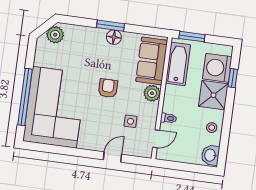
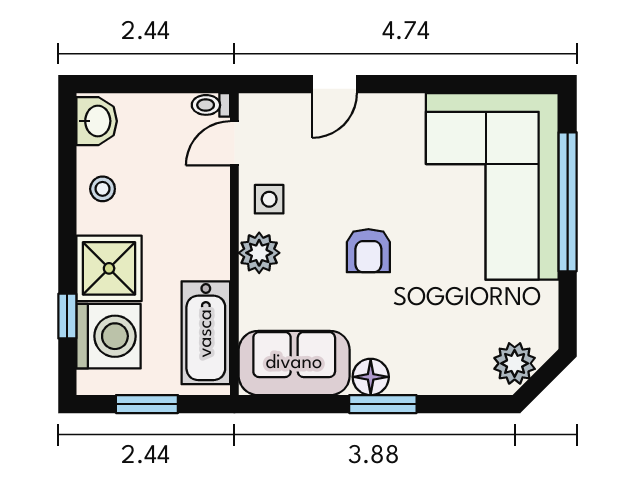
window: (192, 37) -> (147, 404), moved
sofa: (152, 61) -> (294, 363), moved, turned -90
toilet: (168, 118) -> (211, 105), moved
side table: (130, 121) -> (269, 199), moved

